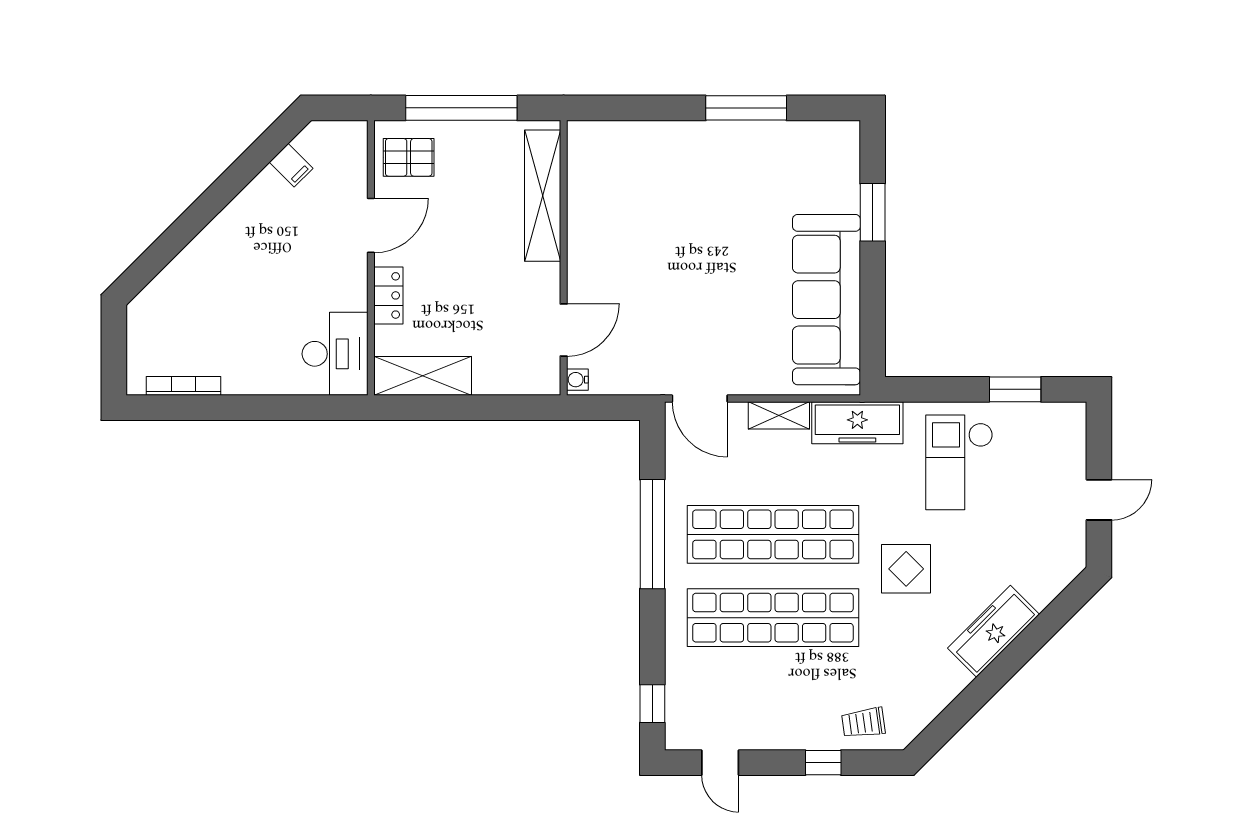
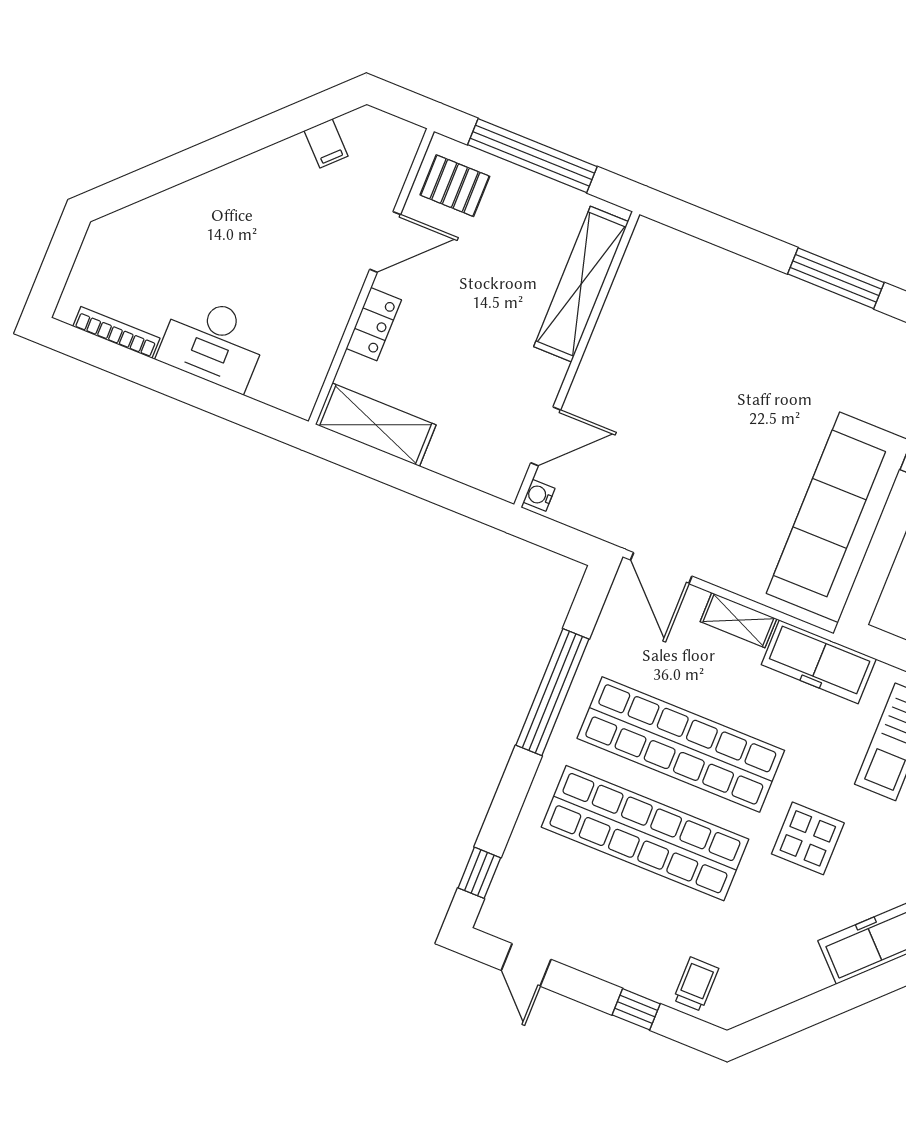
desk: (335, 354) -> (213, 343), moved, turned 90
trolley: (863, 723) -> (696, 984), turned 98

